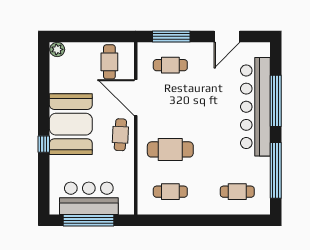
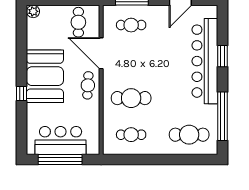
window: (276, 101) -> (223, 56), width x0.47
cafe table: (237, 192) -> (189, 135), width x1.37, depth x1.35

